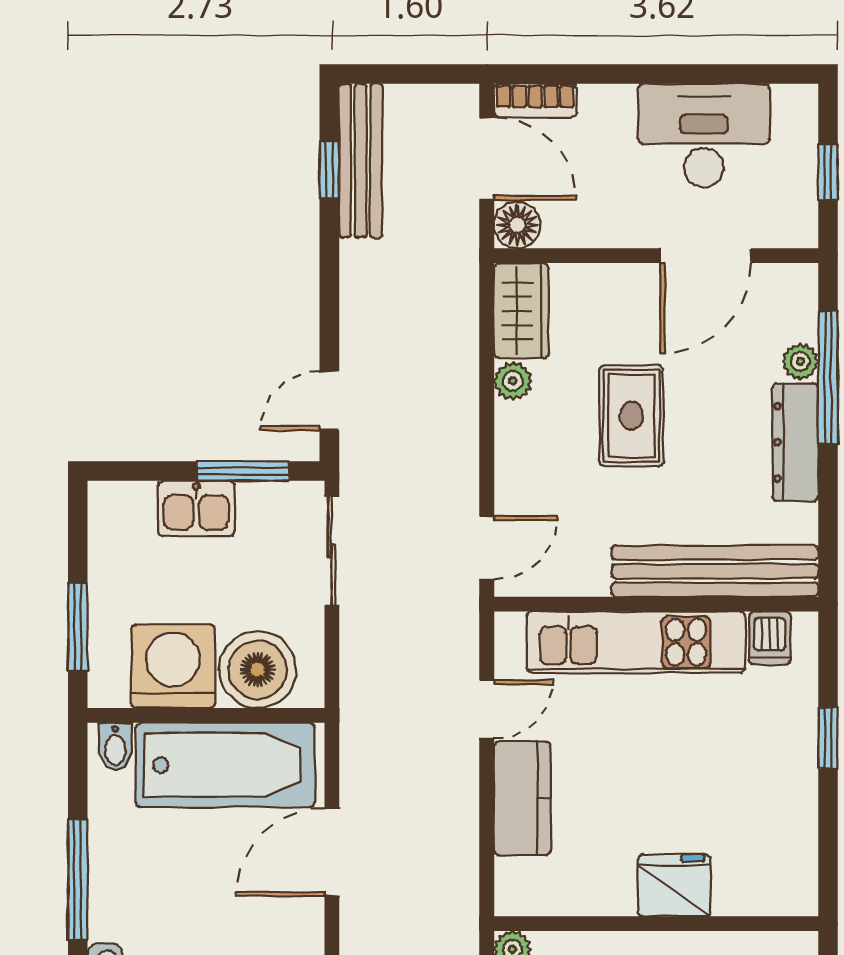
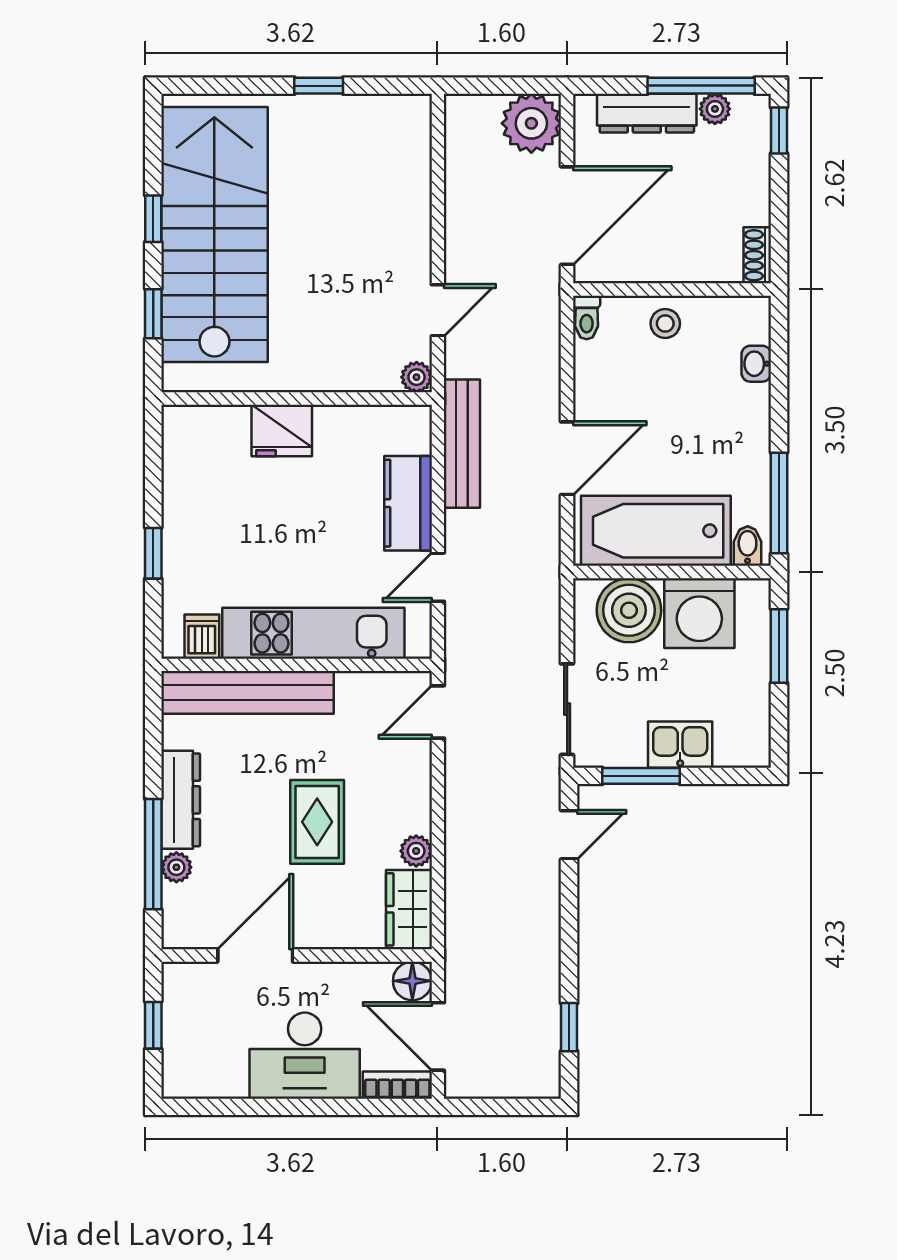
desk: (704, 135) -> (305, 1056), moved
bench: (361, 161) -> (462, 444), moved
window: (78, 879) -> (779, 503), moved

